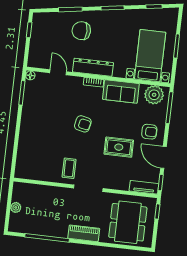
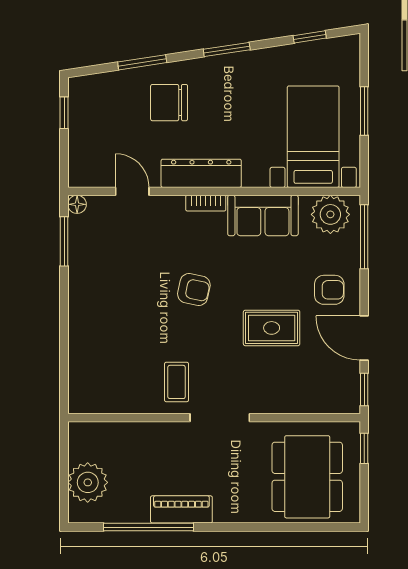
tv unit: (144, 187) -> (331, 403), removed
plant: (16, 207) -> (88, 482), width x1.88, depth x1.88
piano: (84, 233) -> (181, 509), moved

